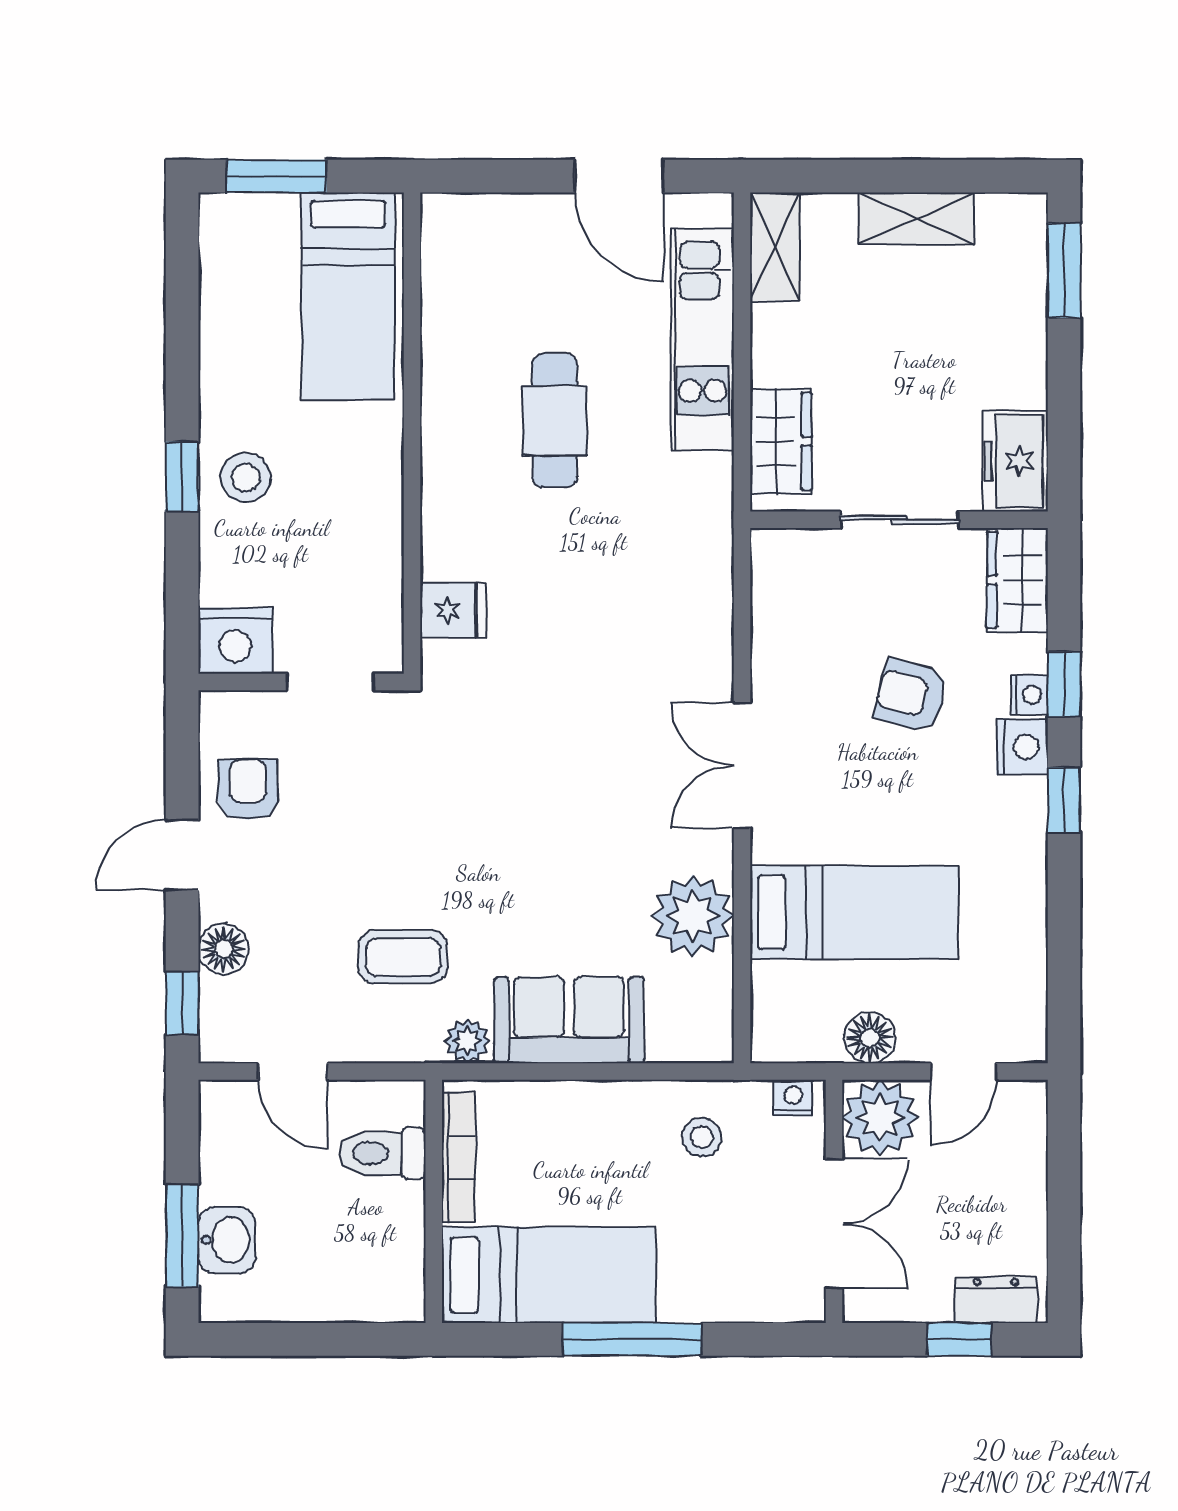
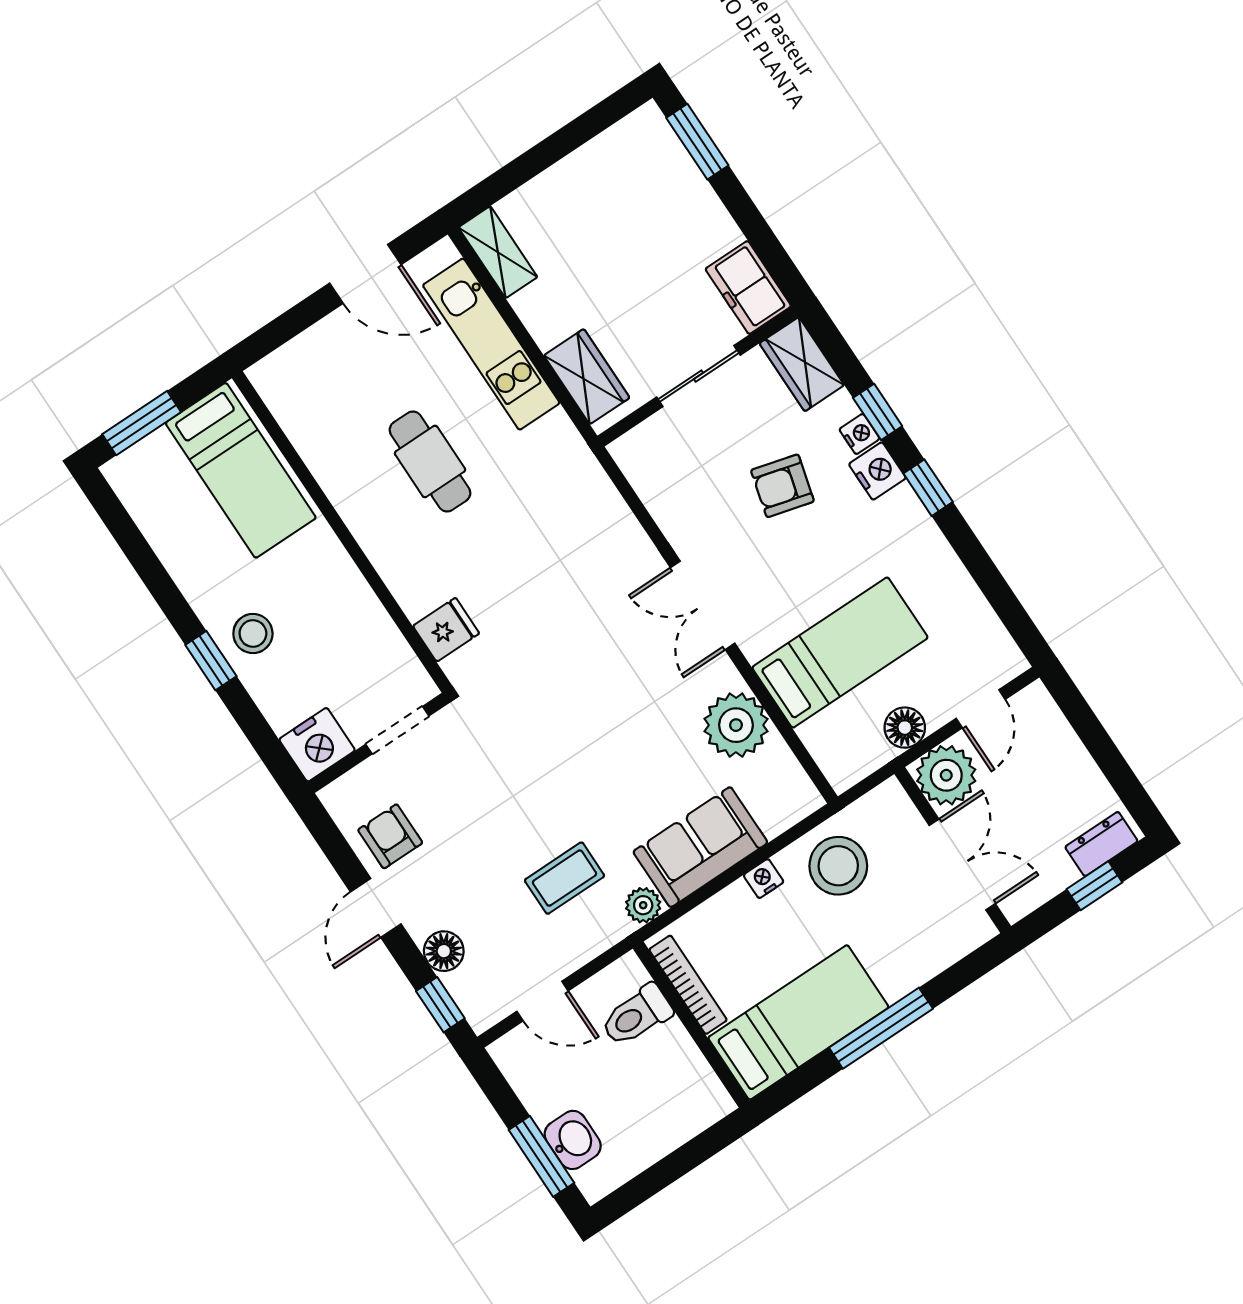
shelving: (916, 218) -> (578, 172), removed
nightstand: (793, 1098) -> (764, 879), moved
stool: (702, 1137) -> (838, 866), width x1.89, depth x1.89

